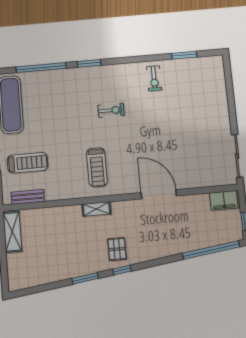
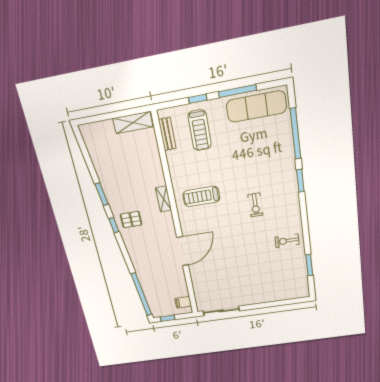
filing cabinet: (224, 200) -> (183, 302), width x0.50

